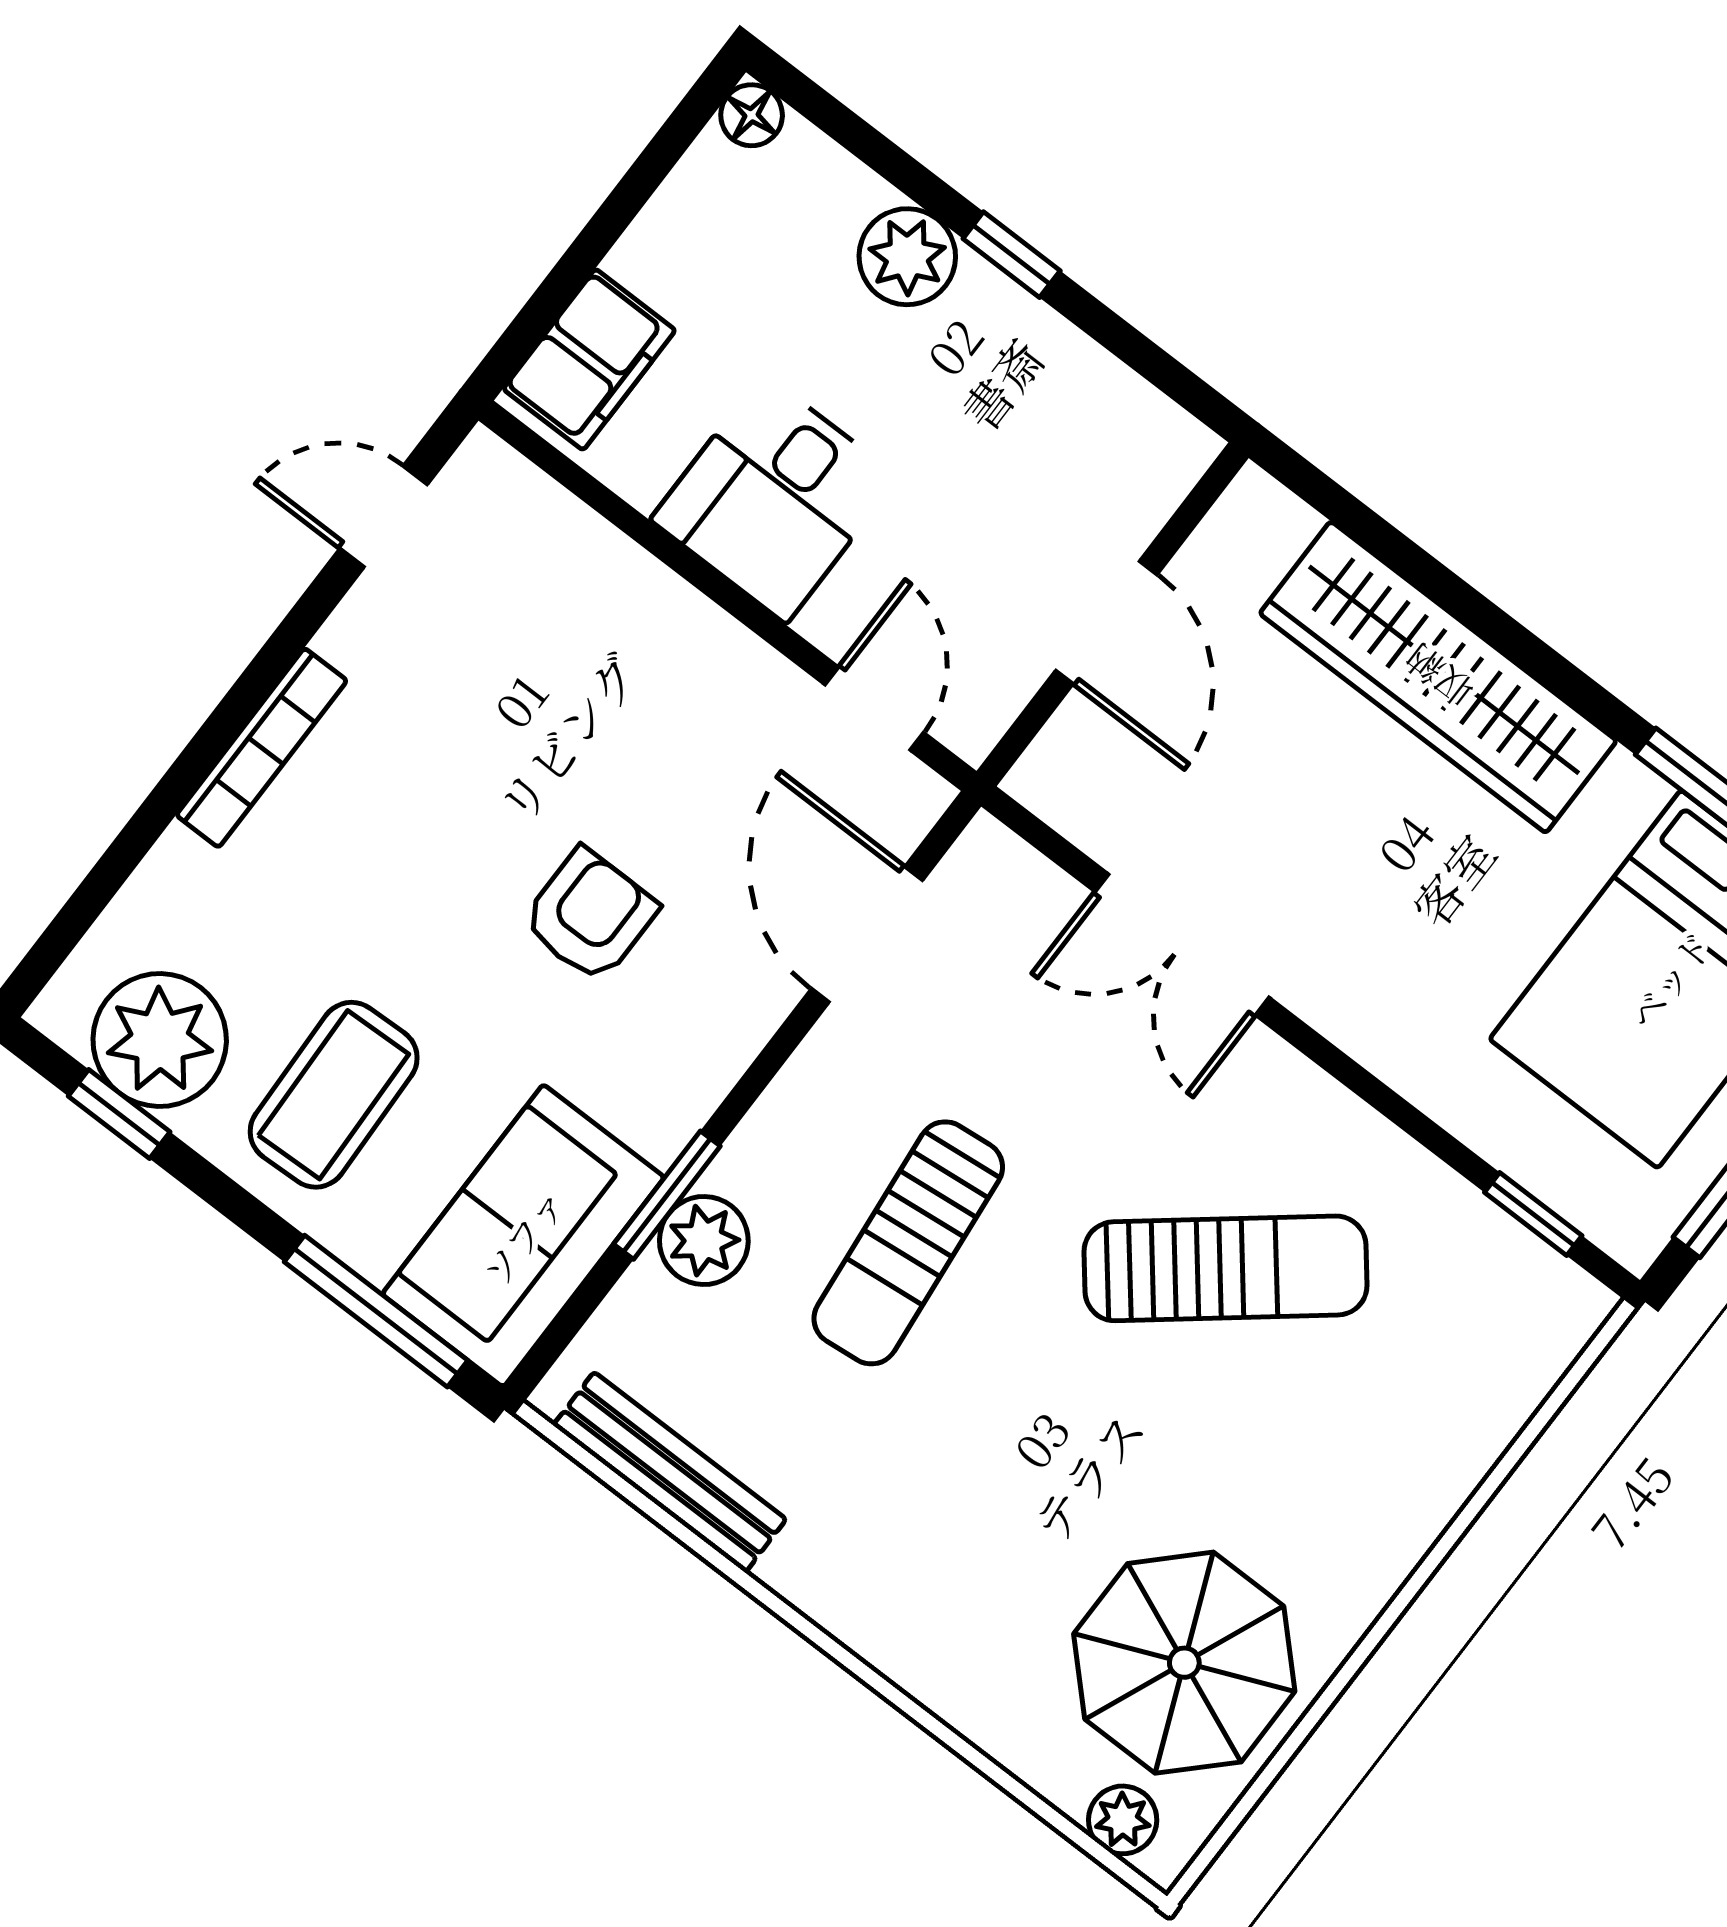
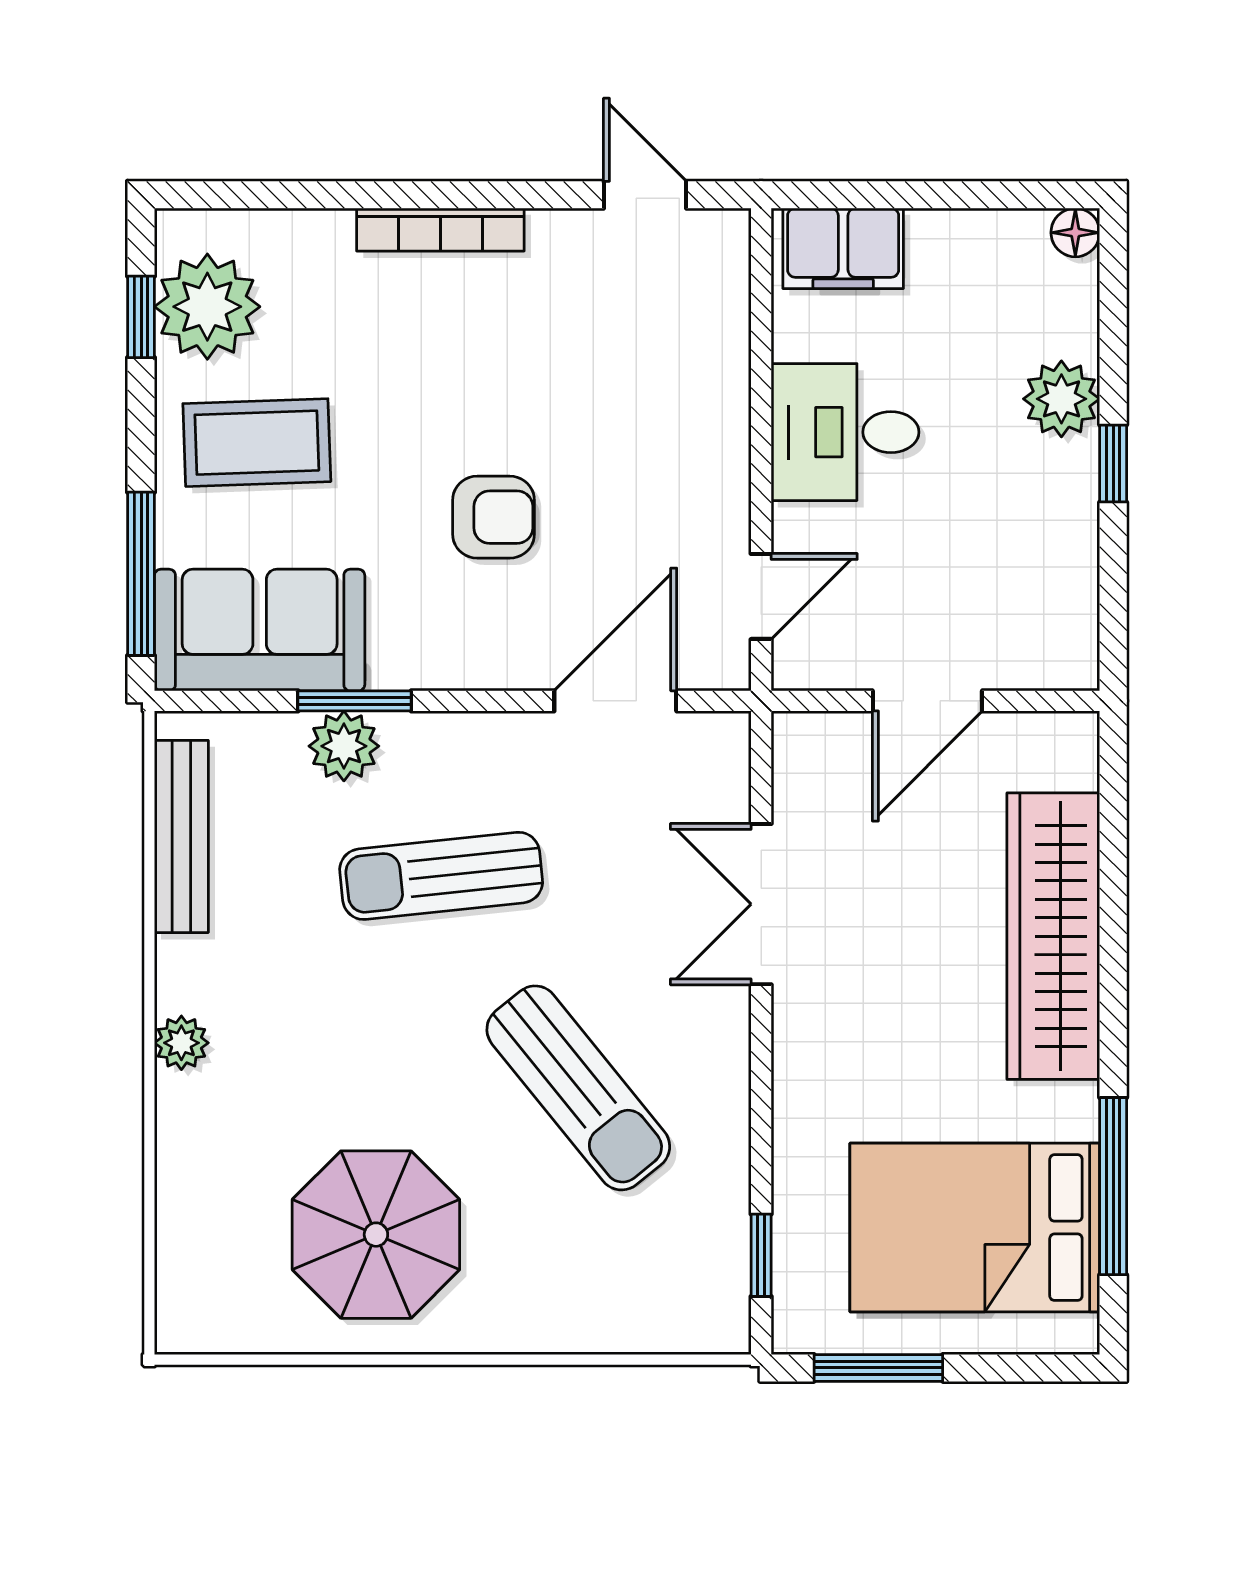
parasol: (1184, 1663) -> (376, 1235), moved
plant: (1123, 1820) -> (181, 1043), moved

